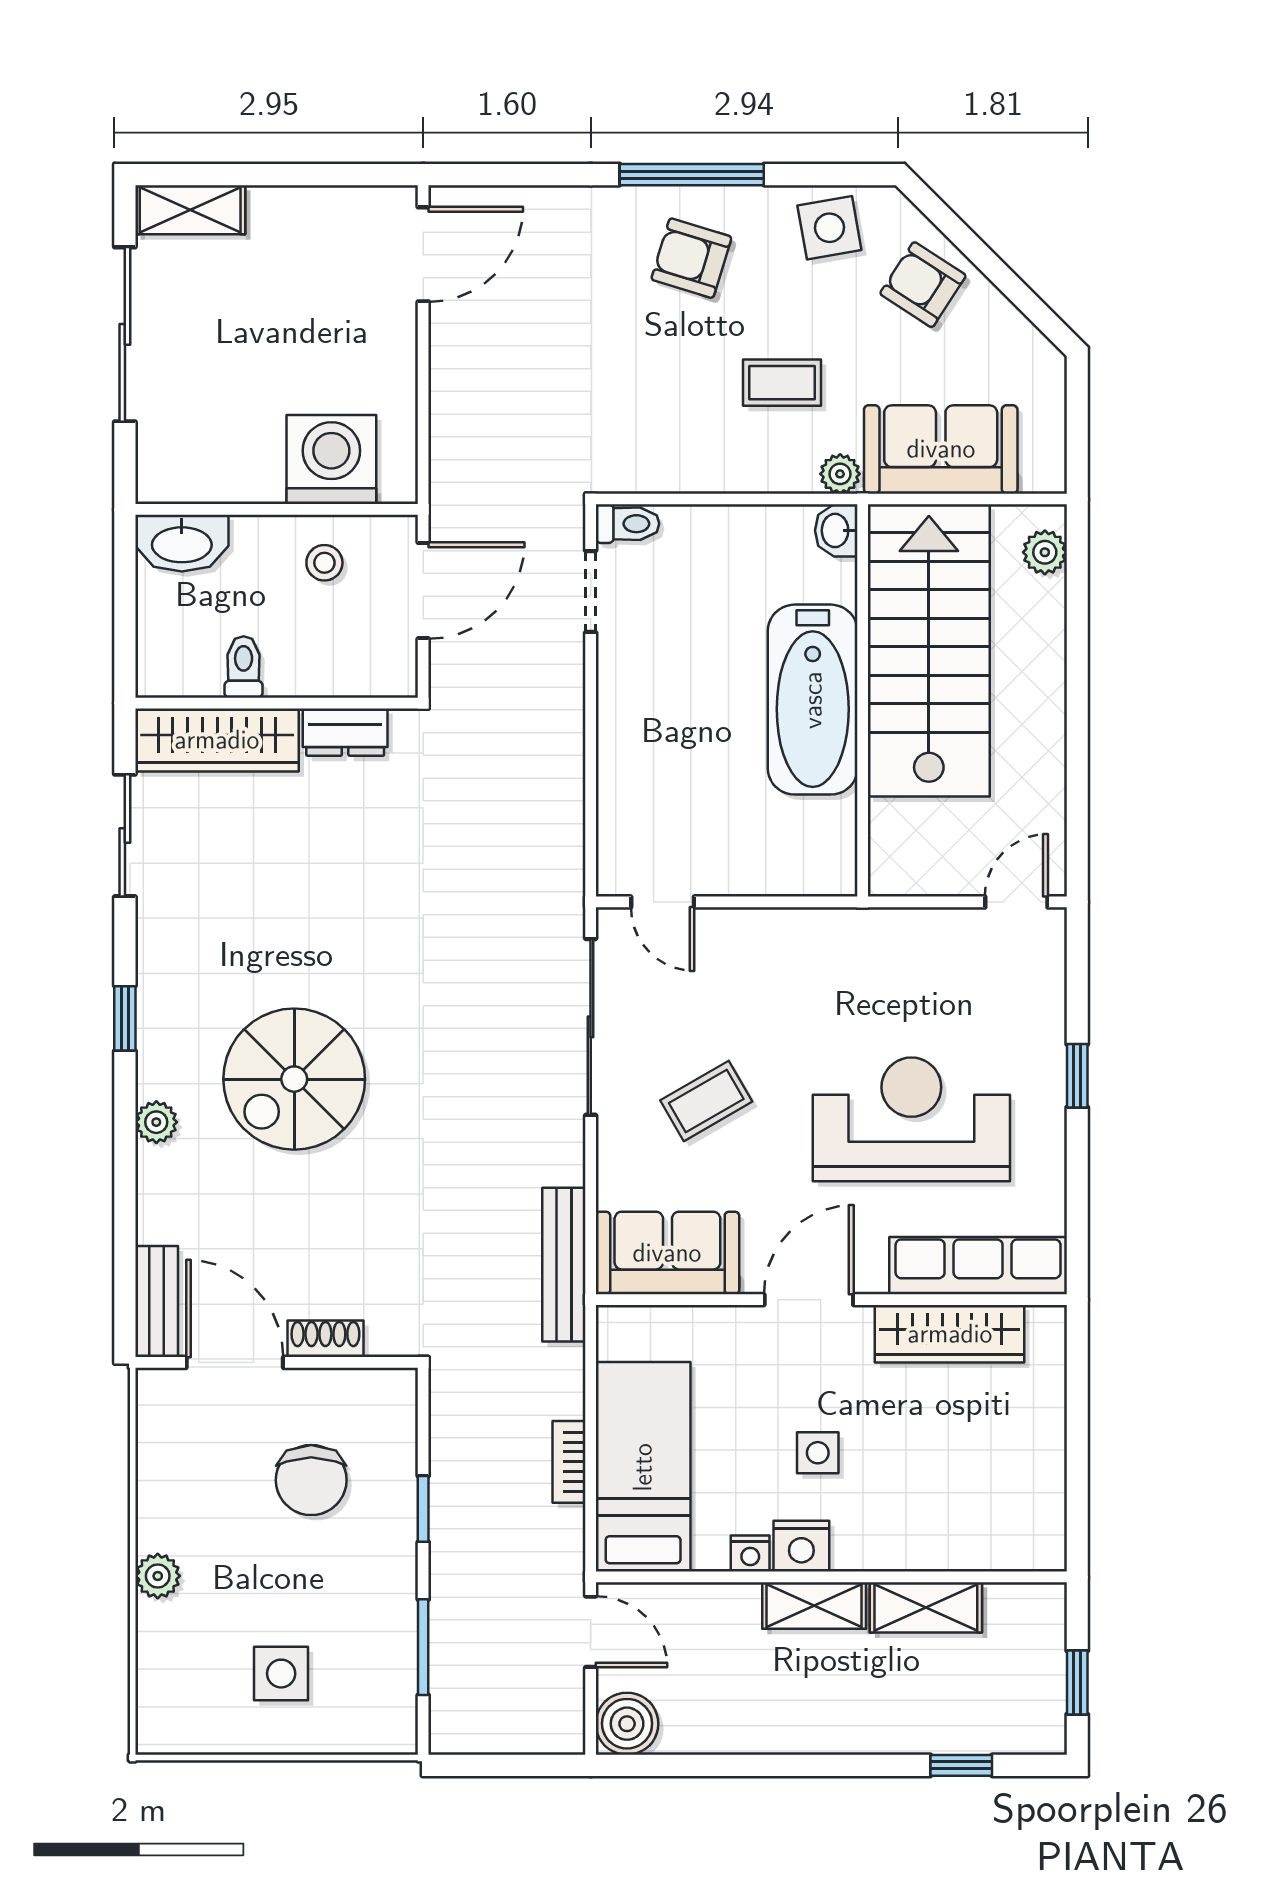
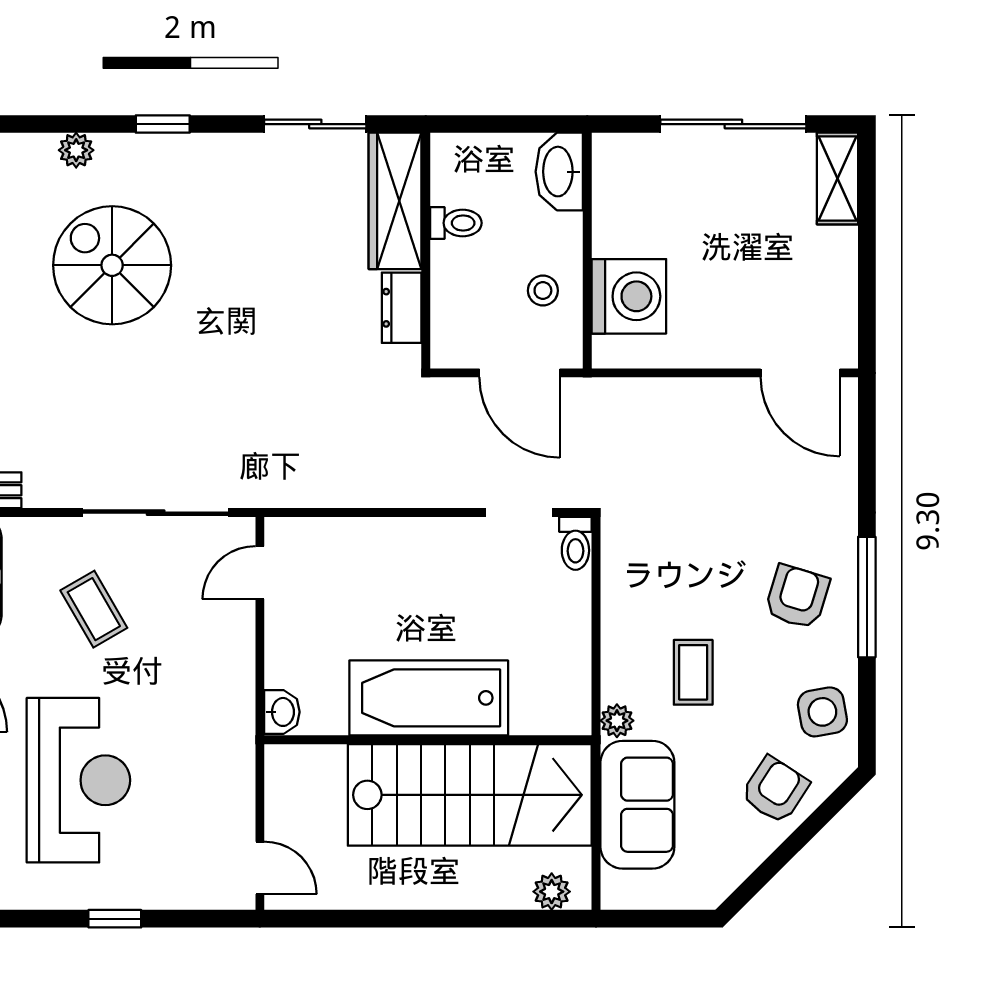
washbasin: (836, 530) -> (282, 712), moved, turned 90

